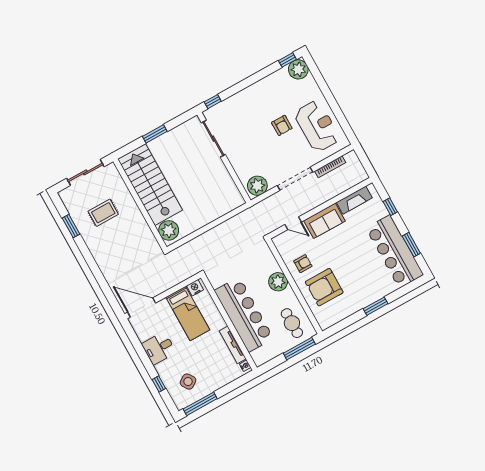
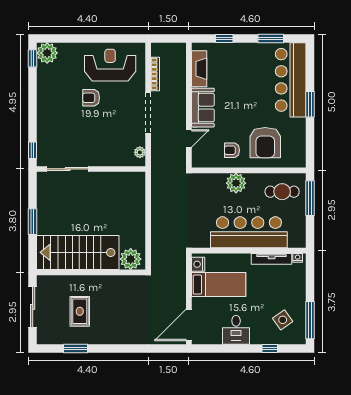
armchair: (282, 125) -> (91, 98), turned 180
plant: (257, 186) -> (140, 152), width x0.53, depth x0.53
bar counter: (395, 251) -> (291, 80), moved, turned 90
armchair: (303, 264) -> (232, 150), turned -90

